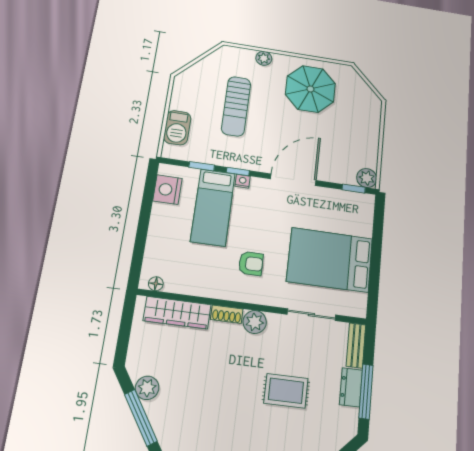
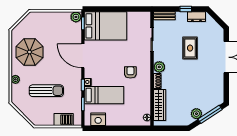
bed: (330, 260) -> (106, 26), moved, turned -90
dresser: (351, 387) -> (196, 17), moved
window: (366, 391) -> (186, 9), width x0.46

